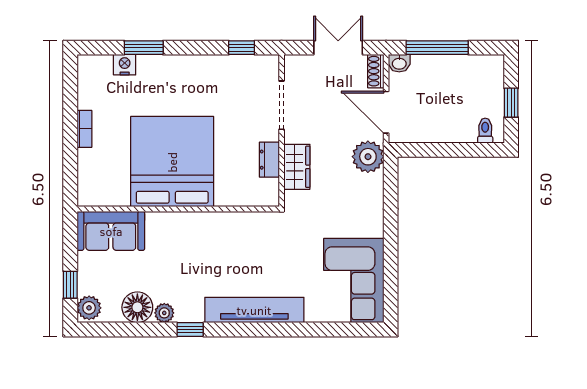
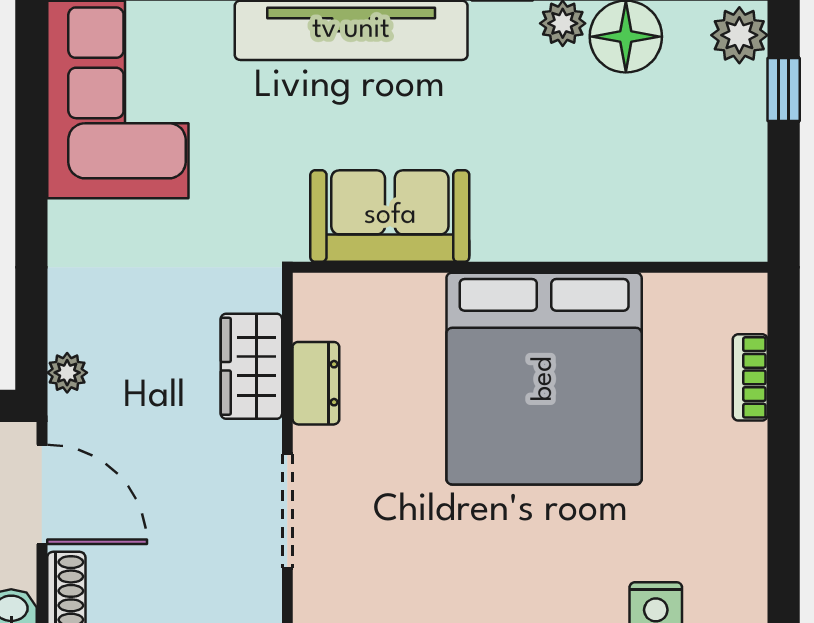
bookcase: (84, 129) -> (750, 377), moved
plant: (368, 157) -> (67, 373), width x0.53, depth x0.53
sofa: (111, 231) -> (390, 216), moved

